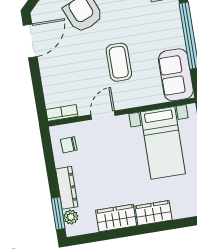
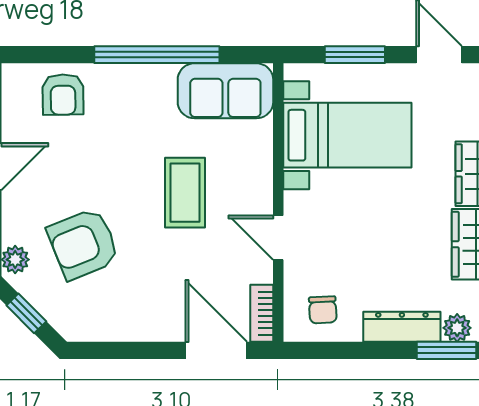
door: (30, 41) -> (216, 350), moved
coffee table: (119, 62) -> (185, 193), turned 90

